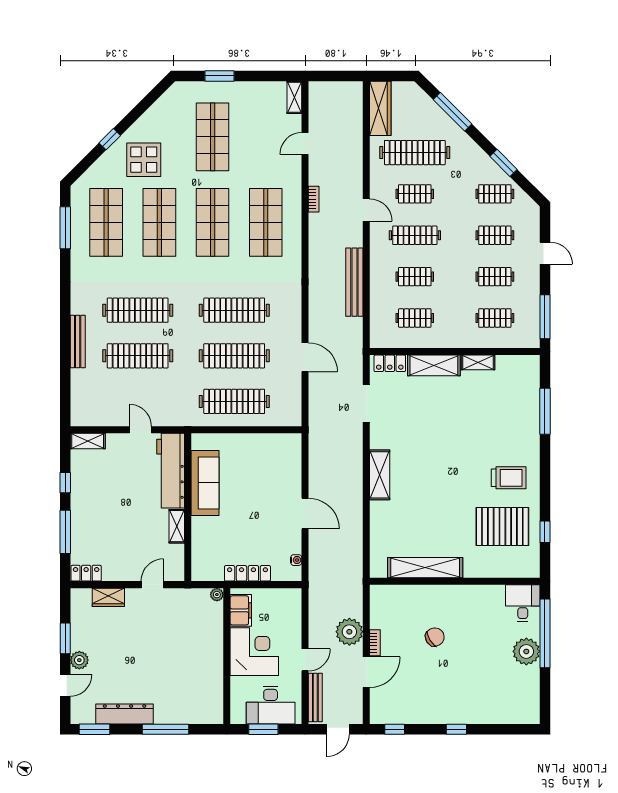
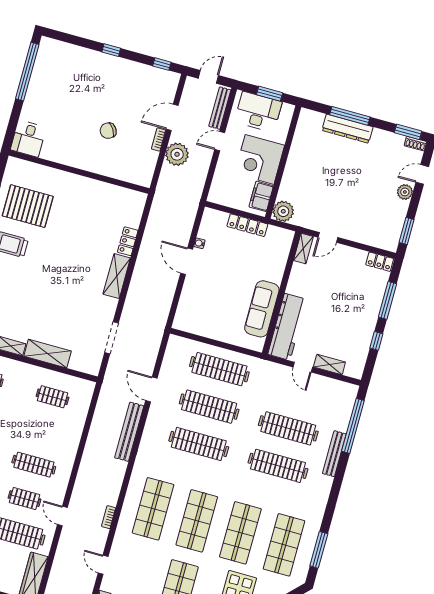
door: (305, 143) -> (103, 565), swing flipped
door: (366, 210) -> (62, 516), moved
clothes rail: (415, 277) -> (43, 431), removed
bench: (354, 282) -> (129, 432), moved
locker: (390, 363) -> (128, 241), moved, turned -90
window: (65, 379) -> (353, 426), added
shelving: (88, 441) -> (329, 365), moved
shelving: (177, 526) -> (303, 248), moved
water cooler: (296, 560) -> (199, 243), moved
shelving: (425, 568) -> (100, 190), removed
plant: (217, 595) -> (283, 211), width x1.88, depth x1.88
wardrobe: (108, 597) -> (367, 237), removed
window: (545, 633) -> (27, 72), moved
window: (65, 638) -> (407, 231), moved
plant: (526, 651) -> (36, 98), removed
dresser: (125, 714) -> (347, 129), moved
shoe rack: (82, 718) -> (415, 144), added

